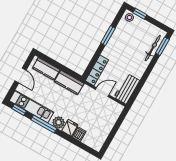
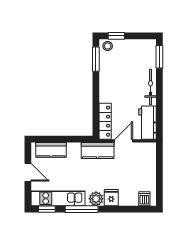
window: (108, 36) -> (96, 59), moved
bicycle: (153, 48) -> (150, 87), moved
kitchen counter: (69, 83) -> (98, 151), moved
dishwasher: (79, 134) -> (144, 199), moved

